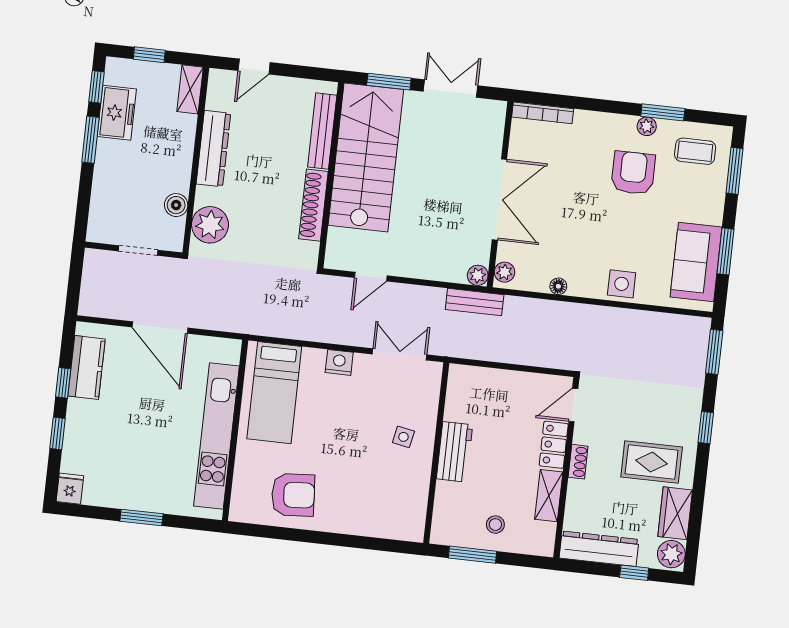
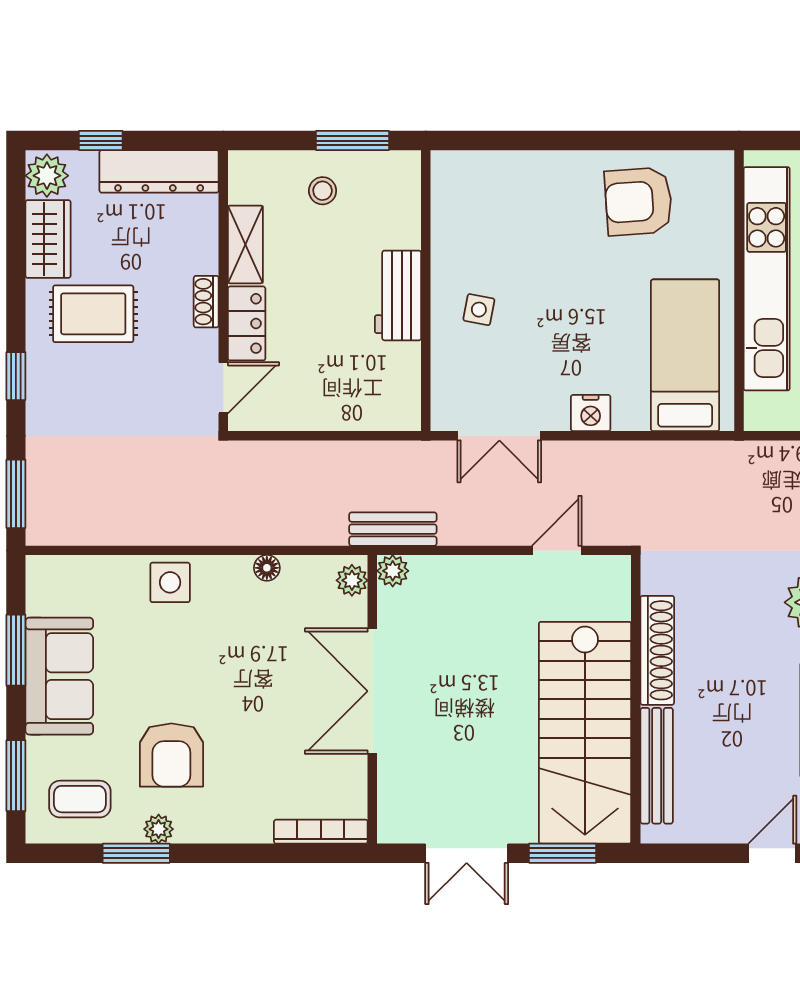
sofa: (696, 262) -> (59, 676), moved

